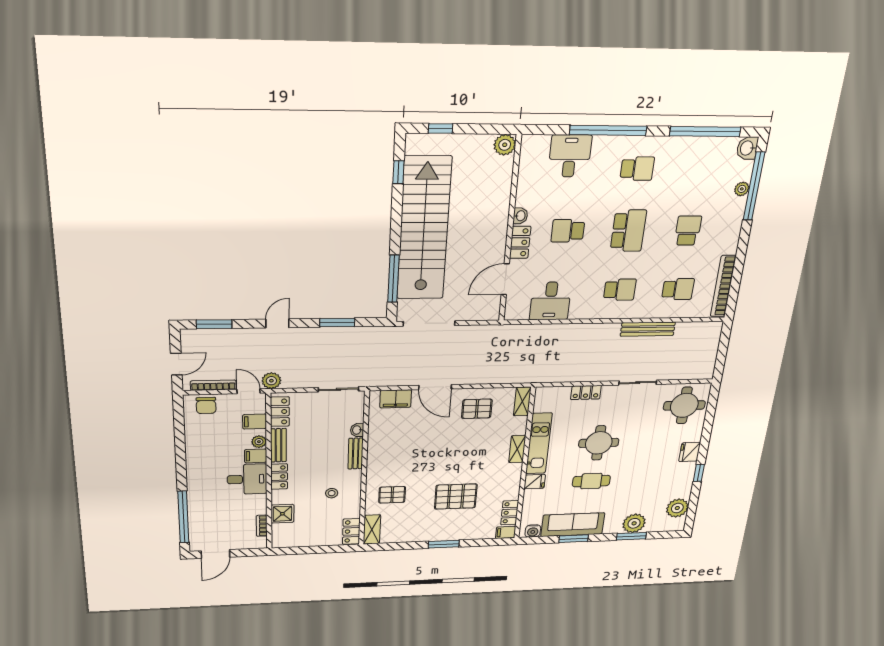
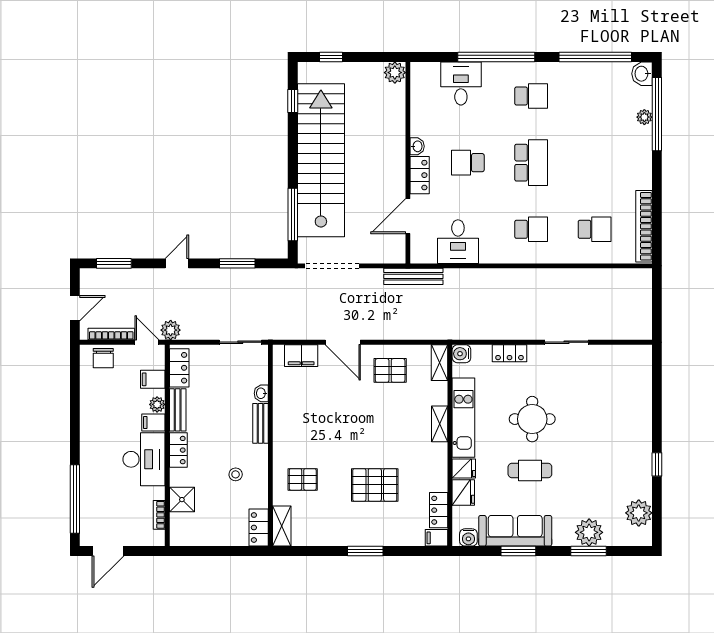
school desk: (688, 231) -> (595, 163), removed
bench: (648, 329) -> (413, 276), moved
water cooler: (543, 394) -> (461, 354), added
round table: (684, 405) -> (625, 373), removed
fridge: (690, 452) -> (463, 493), moved, turned 180
desk: (247, 479) -> (144, 459), width x1.37

